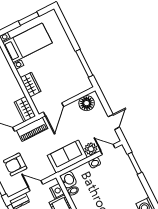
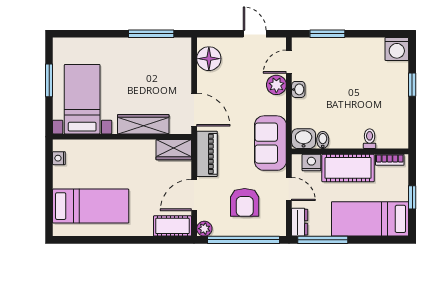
wardrobe: (31, 85) -> (143, 124), width x1.50
sofa: (67, 157) -> (270, 143), moved
door: (36, 186) -> (289, 189), swing flipped

